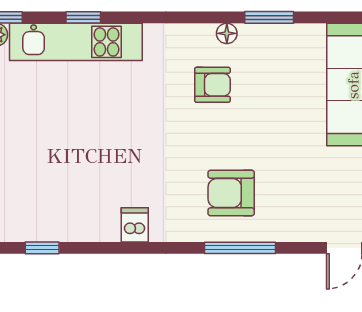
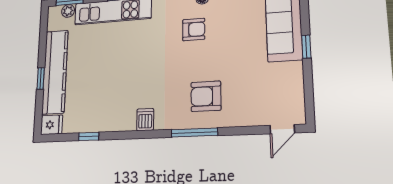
window: (240, 248) -> (194, 132), moved

